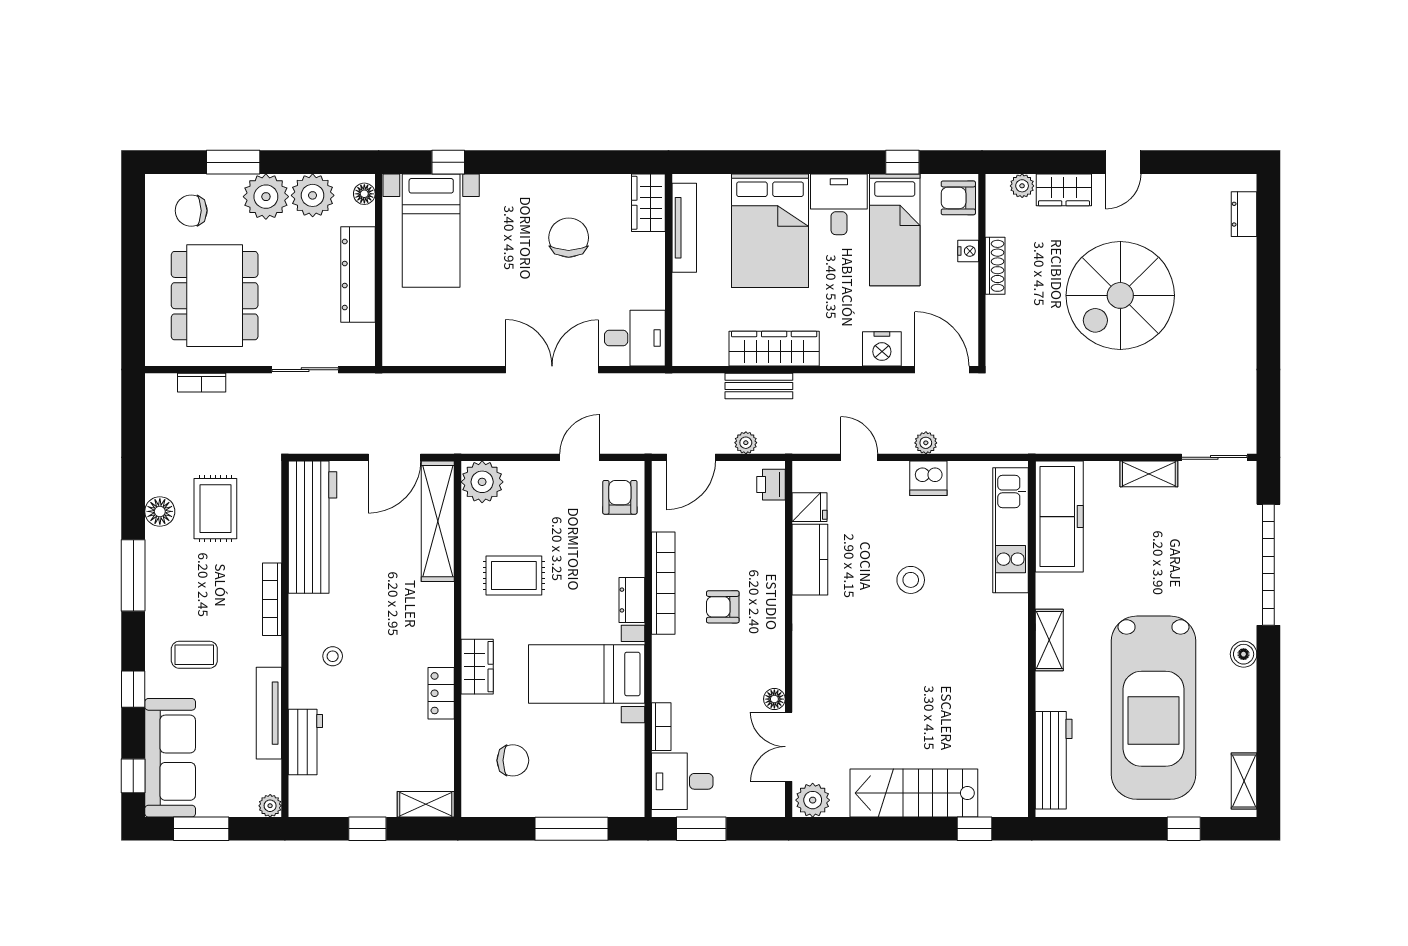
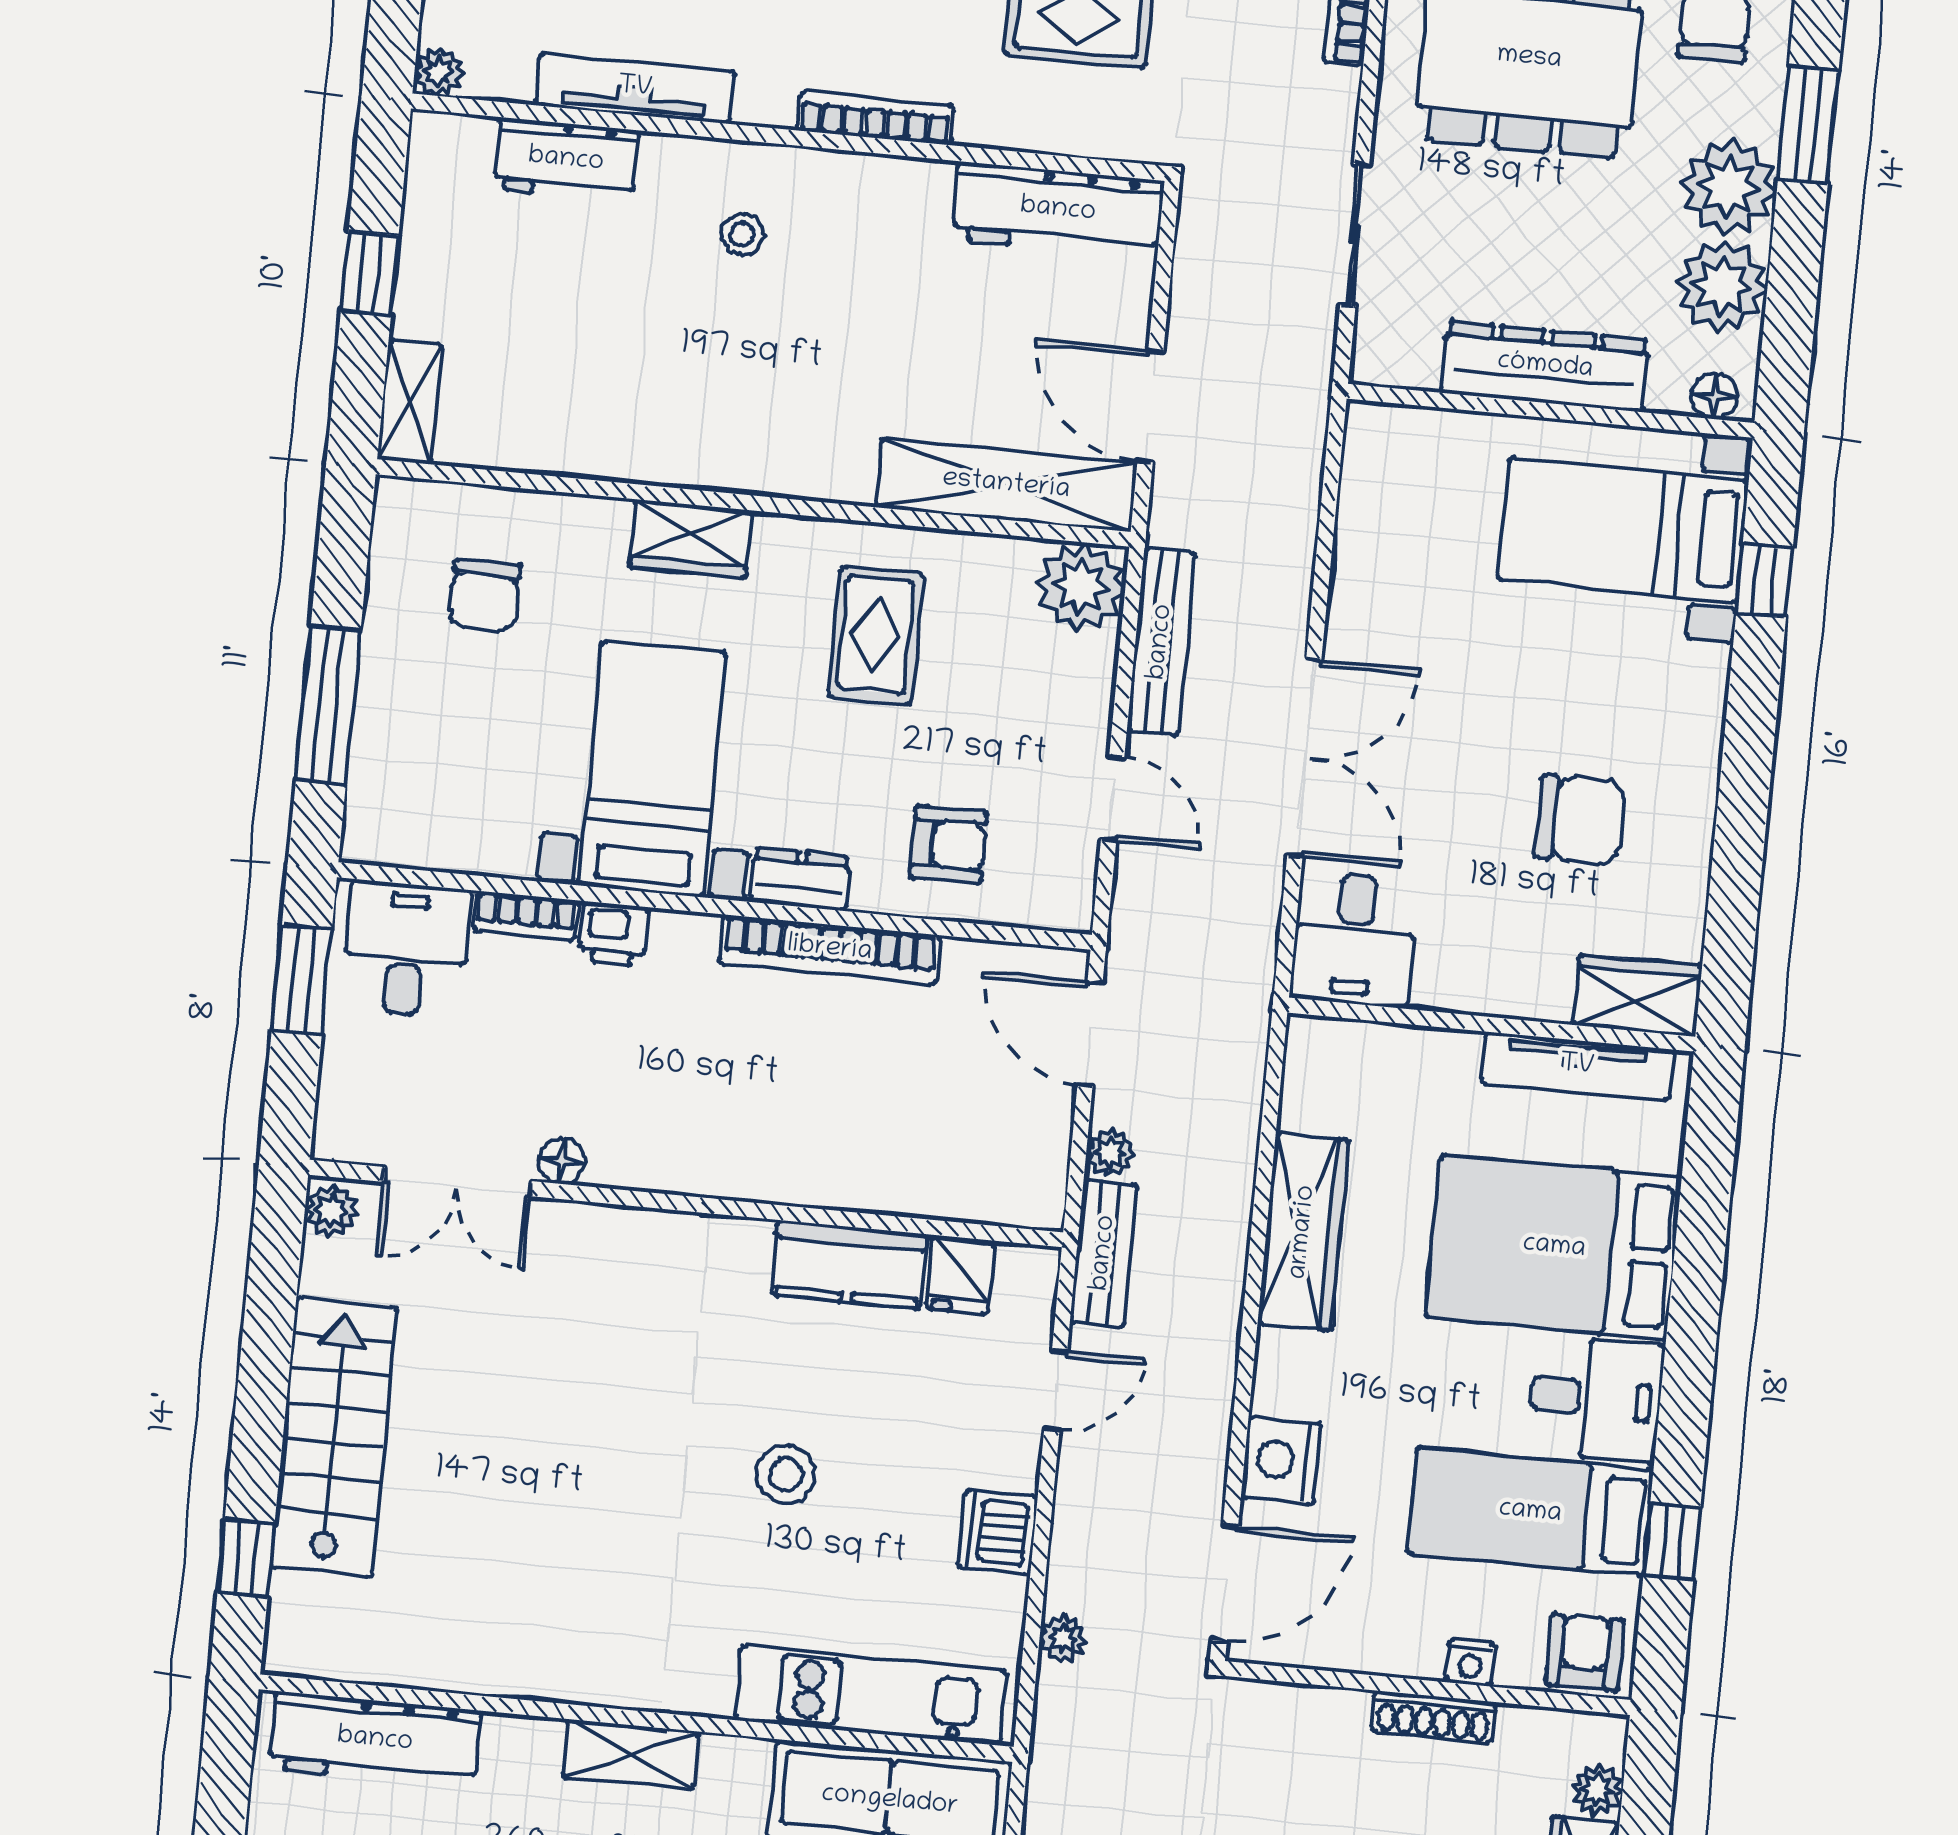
bench: (759, 386) -> (1104, 1253), moved
bench: (504, 442) -> (1161, 642), added
plant: (926, 443) -> (1063, 1639), moved
printer: (771, 485) -> (614, 934), moved, turned 180
armchair: (620, 497) -> (949, 845), moved
workbench: (313, 527) -> (1058, 210), width x0.73, depth x0.76
armchair: (723, 607) -> (767, 1071), removed
locker: (441, 693) -> (642, 457), removed
double door: (789, 747) -> (458, 1182), swing flipped
plant: (813, 800) -> (331, 1211), width x0.73, depth x0.73

